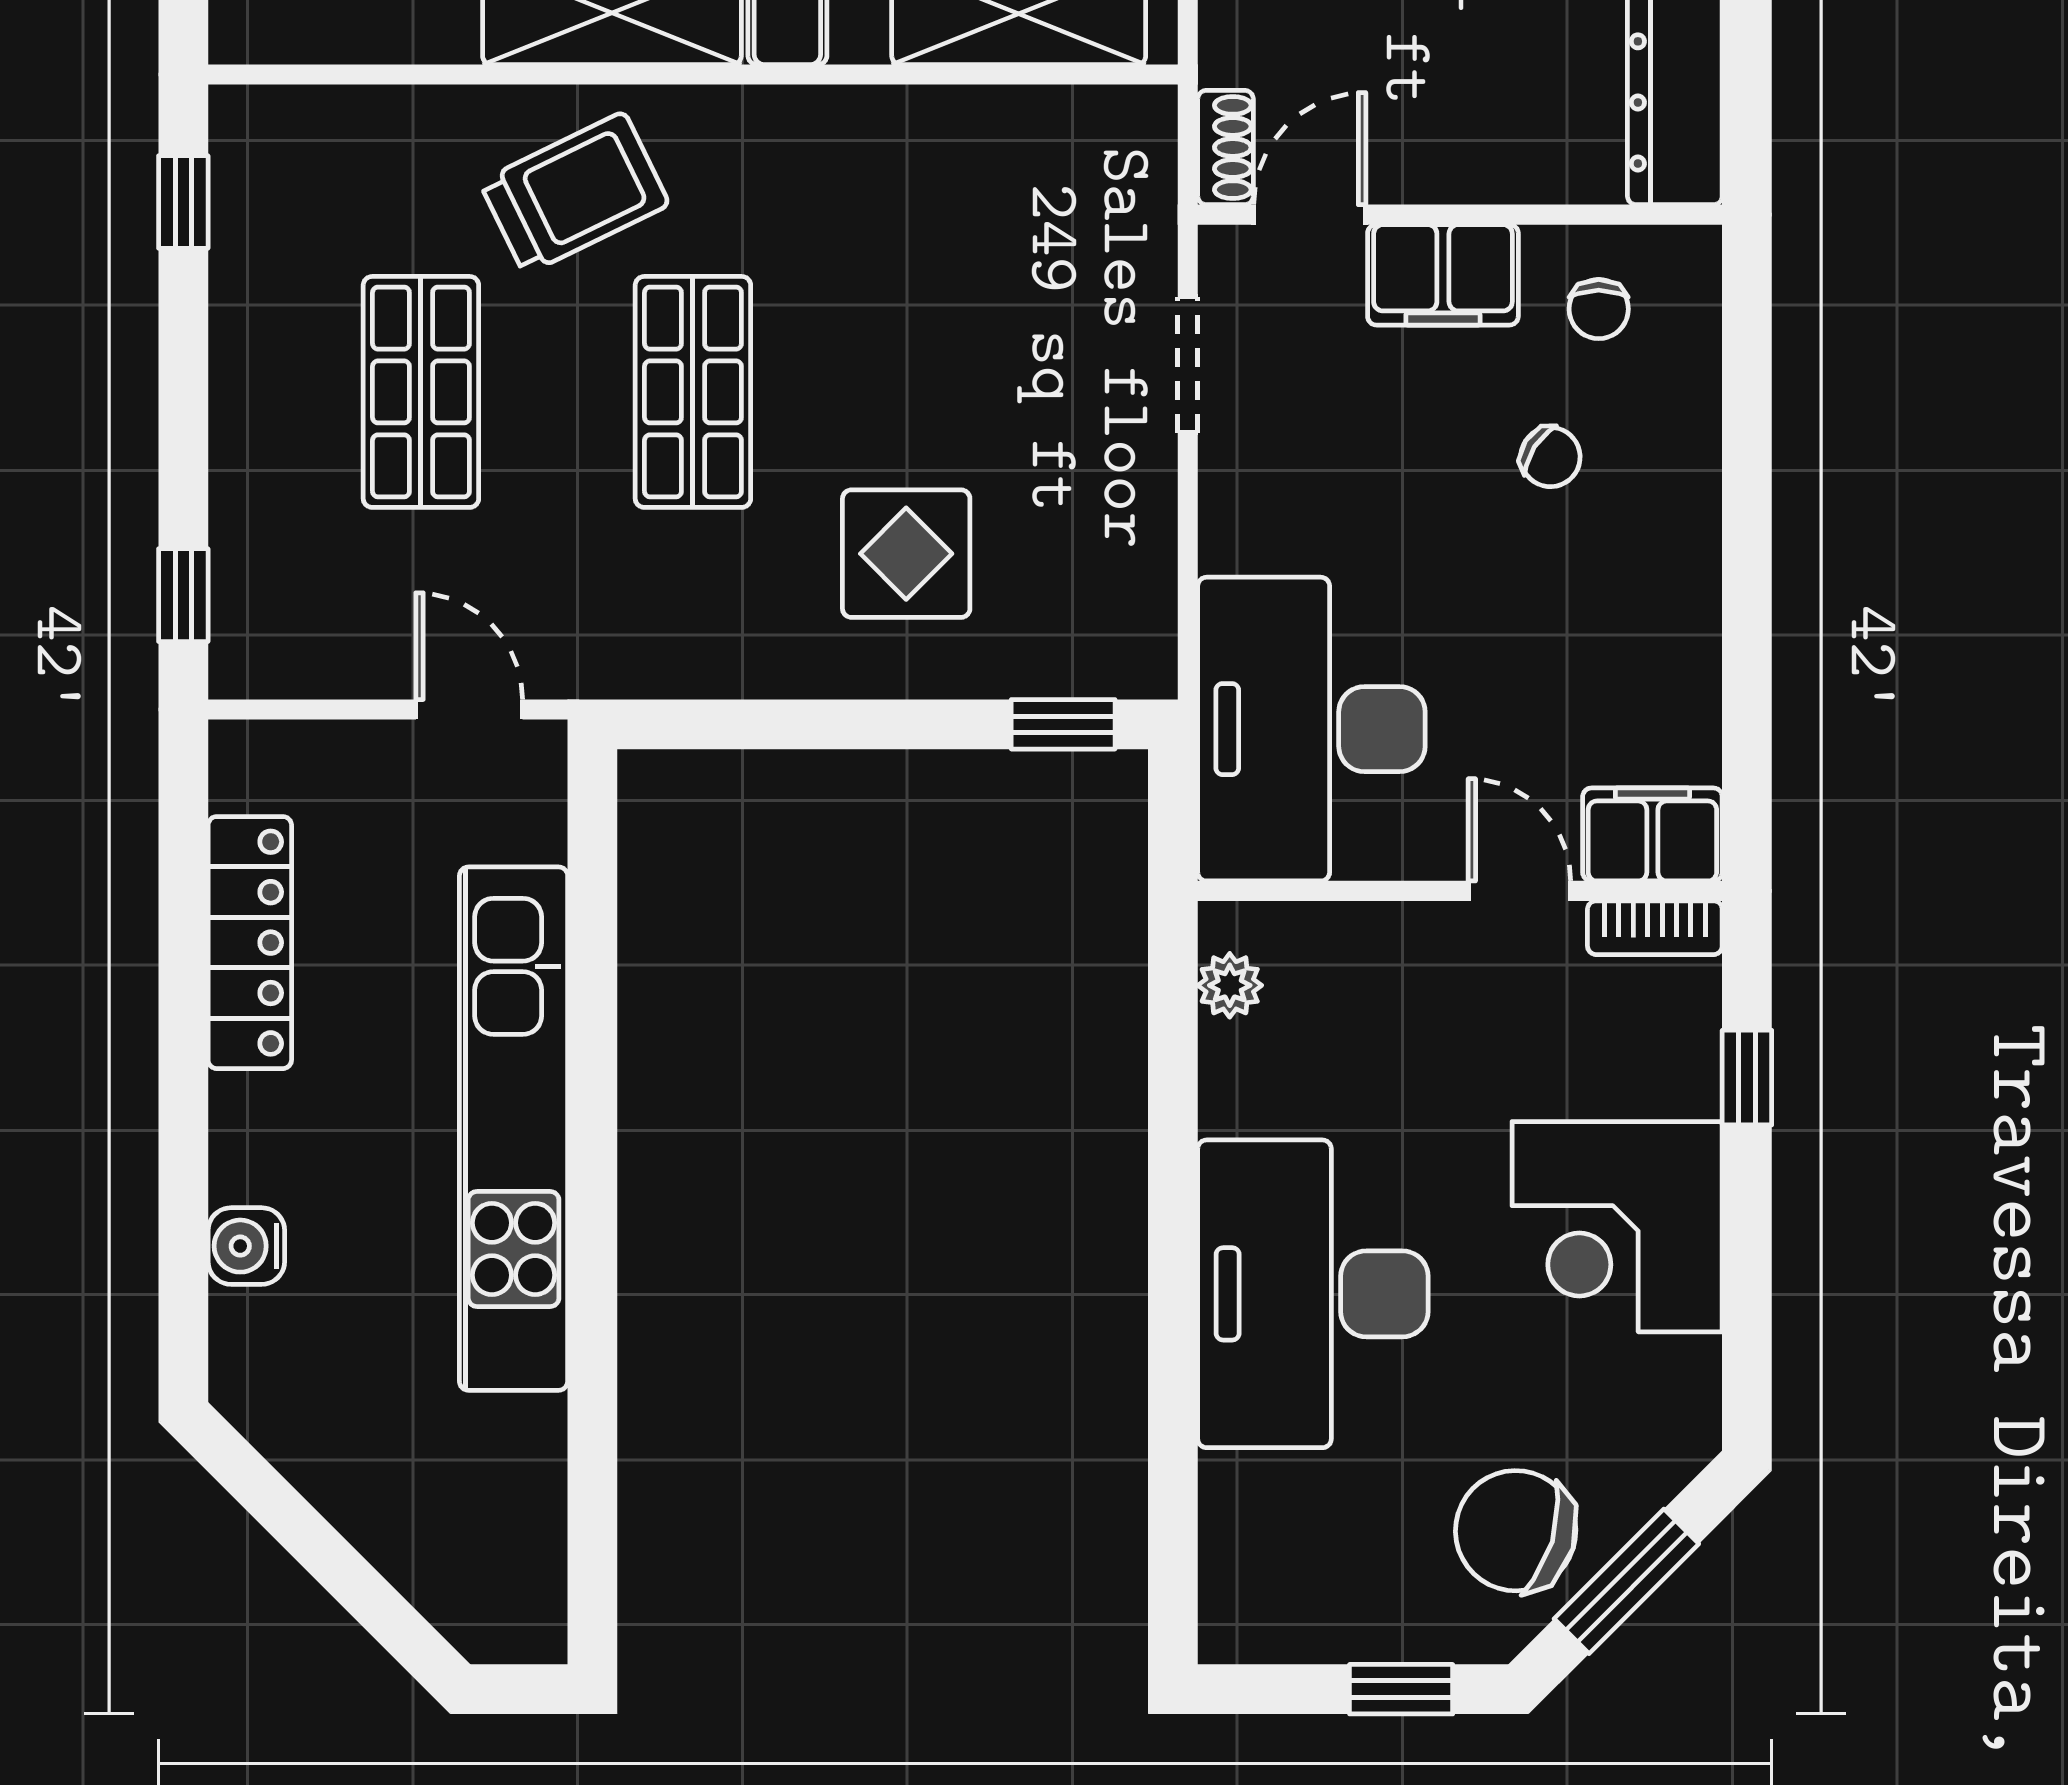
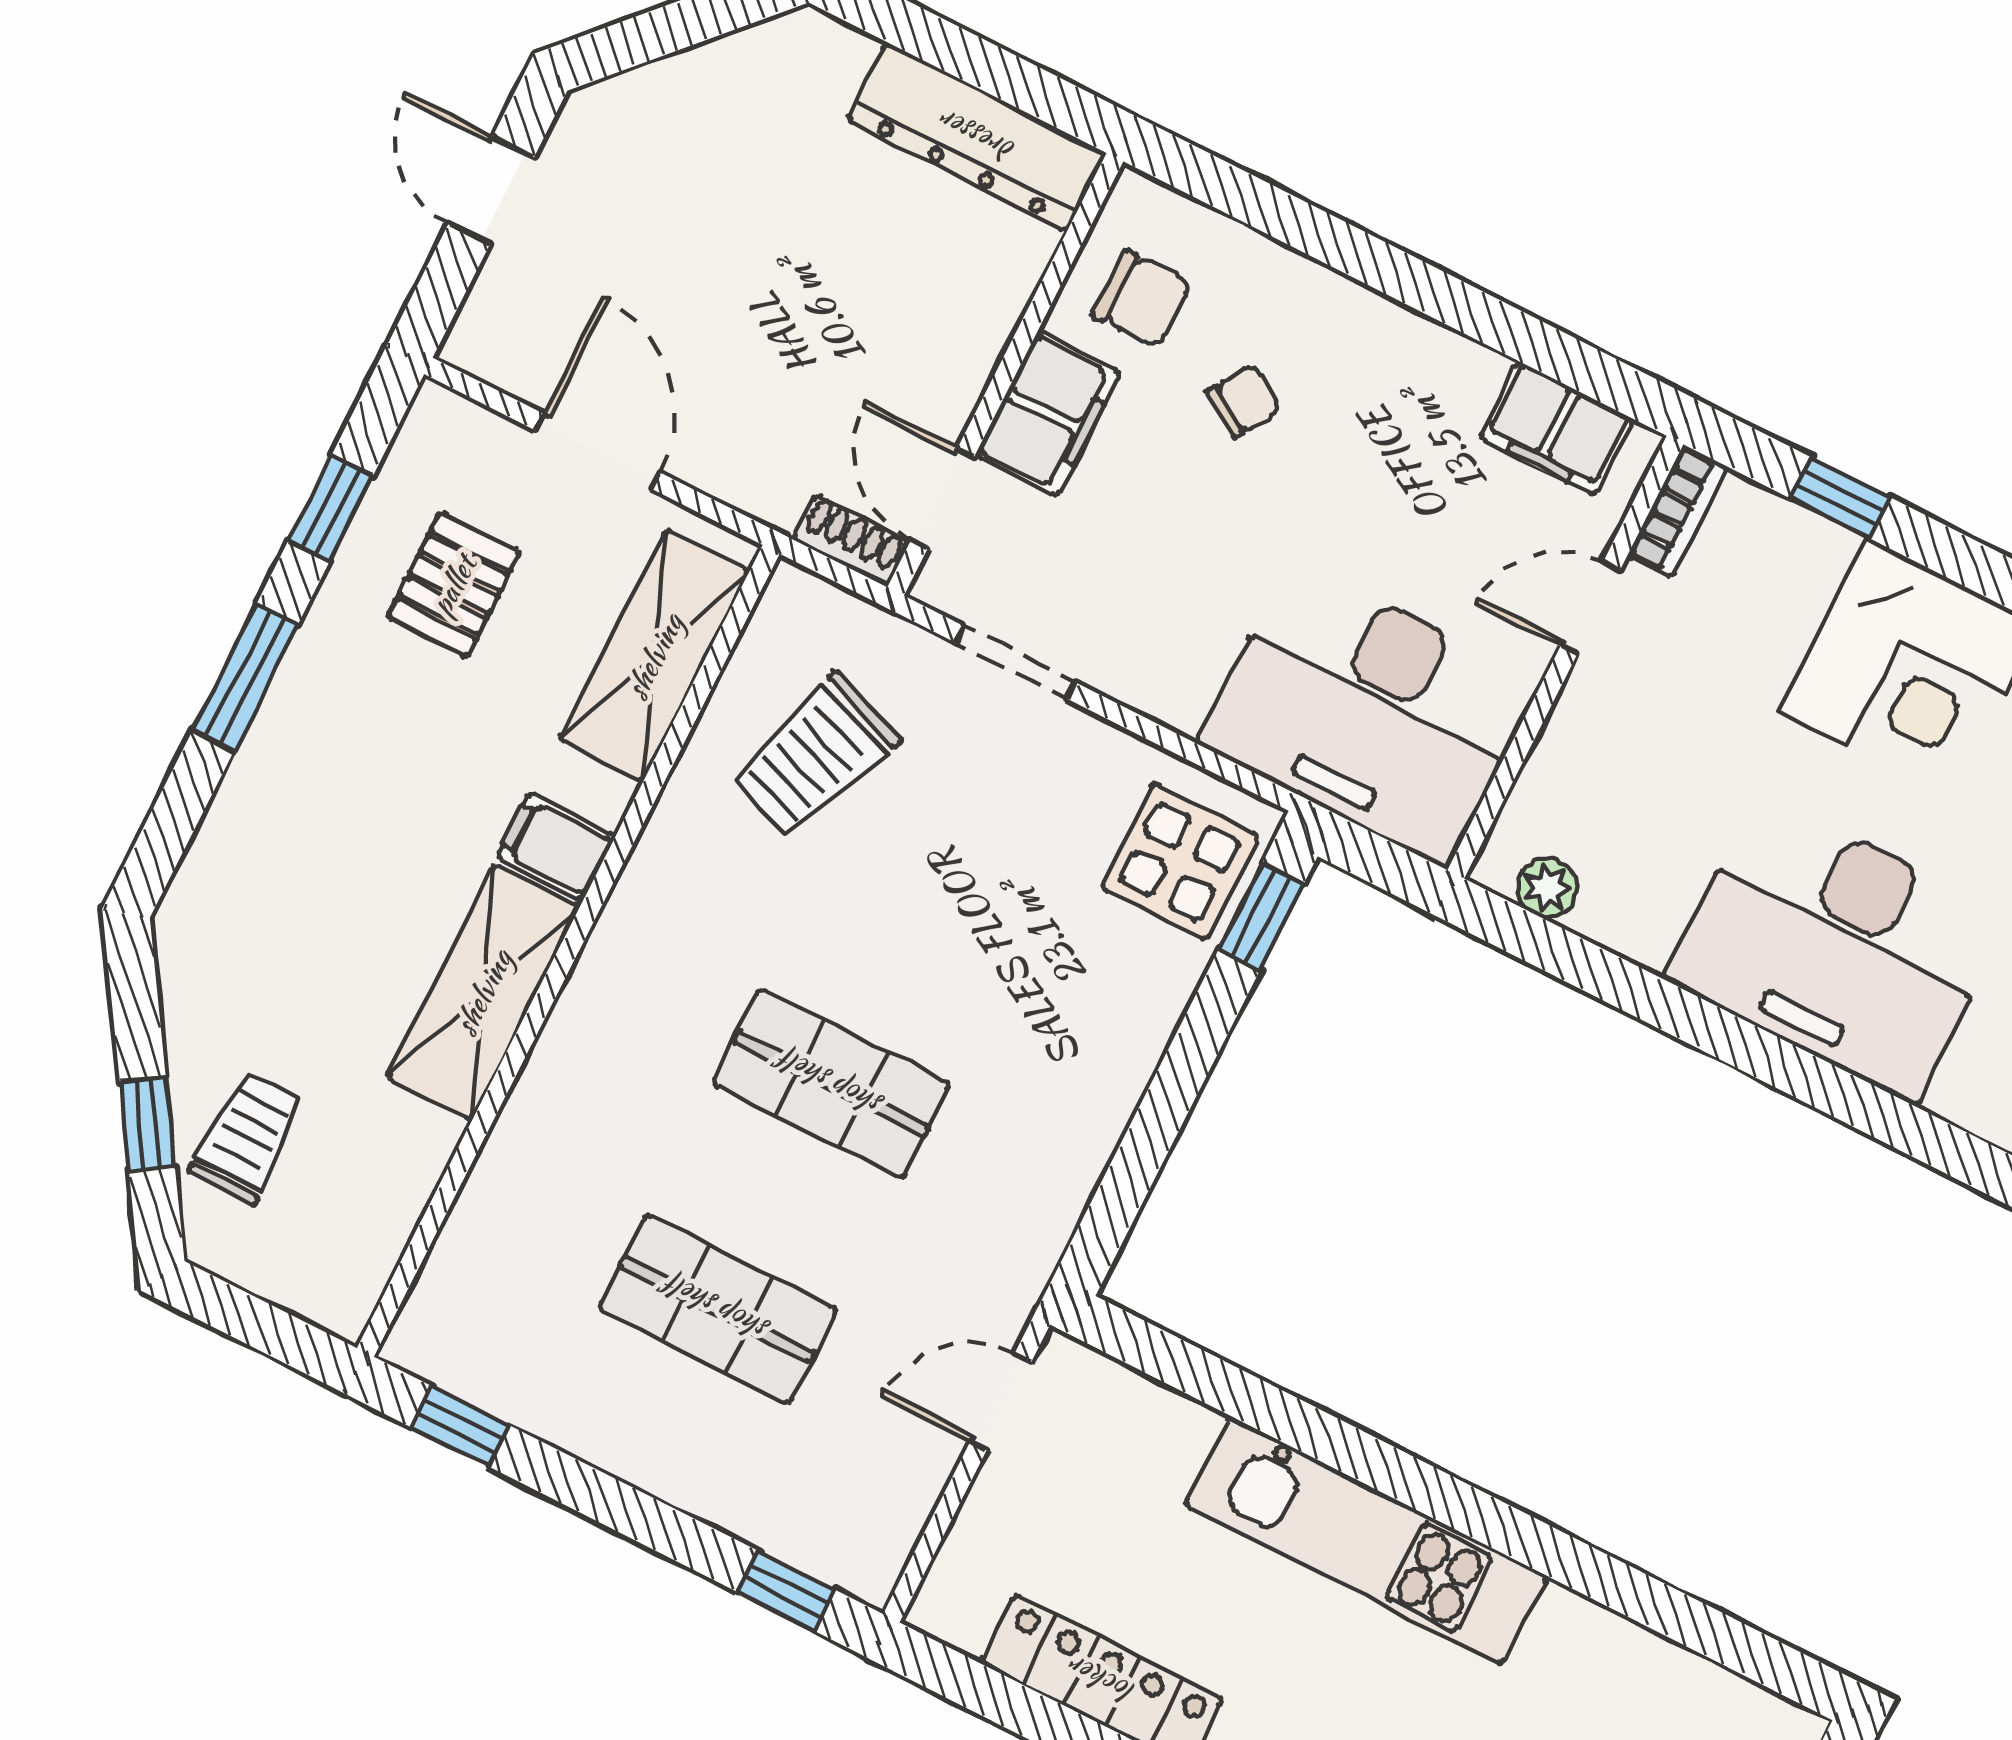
trolley: (574, 193) -> (815, 756), moved, turned -134
chair: (1599, 309) -> (1142, 299), width x1.37, depth x1.37
display table: (906, 554) -> (1180, 862), moved
filing cabinet: (1652, 834) -> (1556, 428), moved, turned -90
kitchen unit: (514, 1129) -> (1366, 1541), width x0.73

